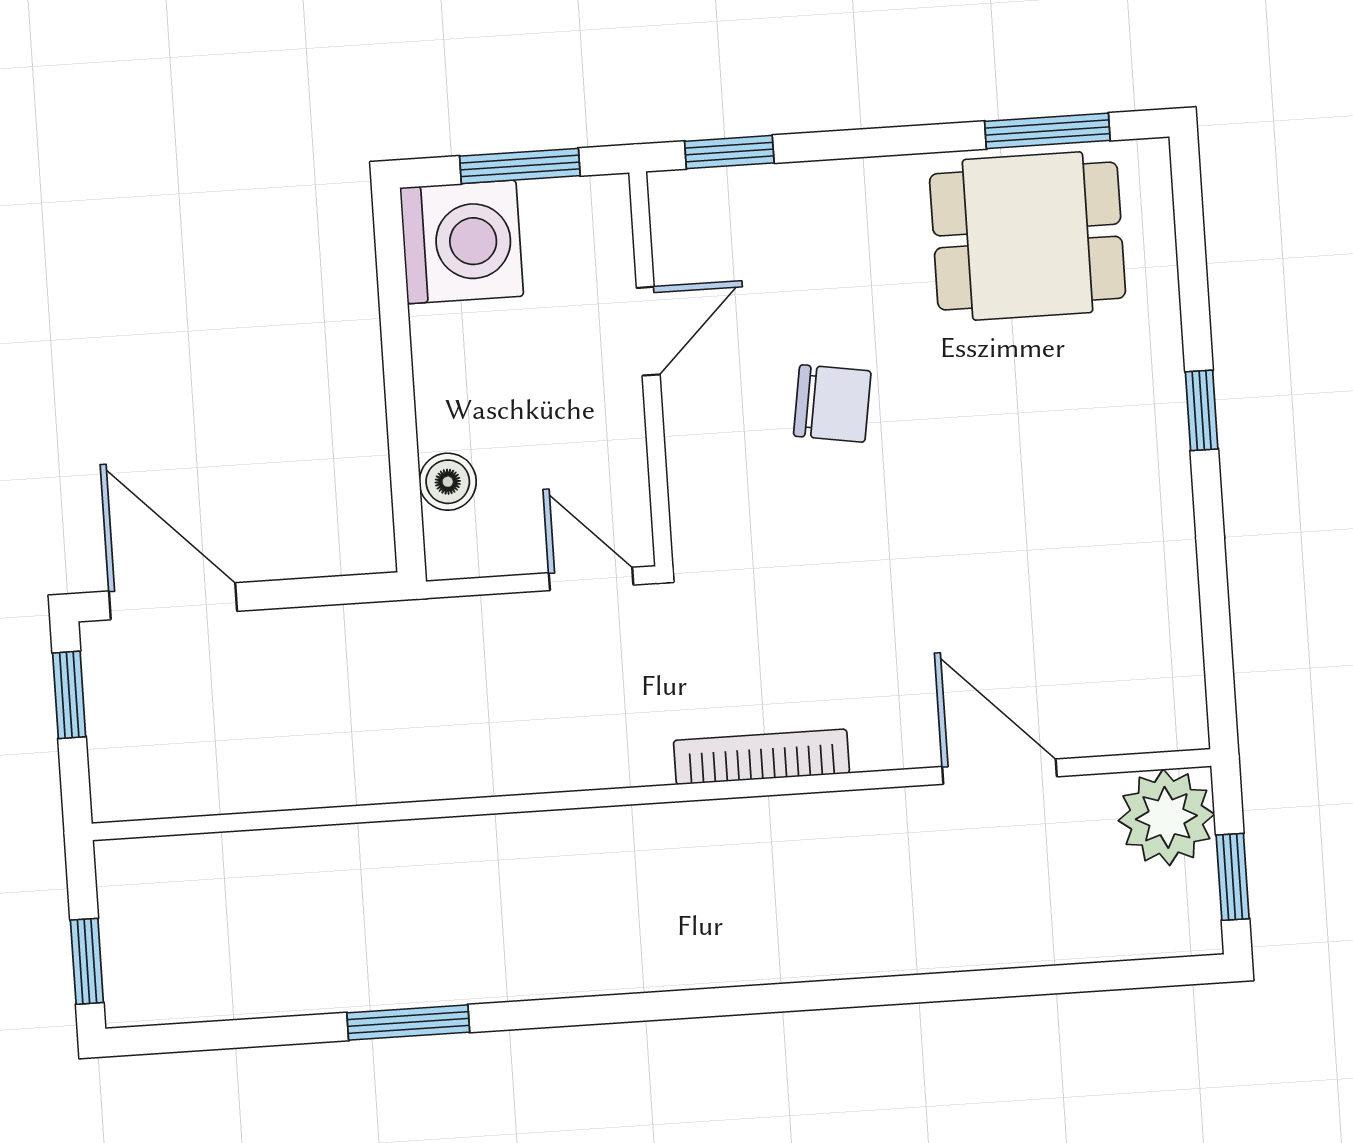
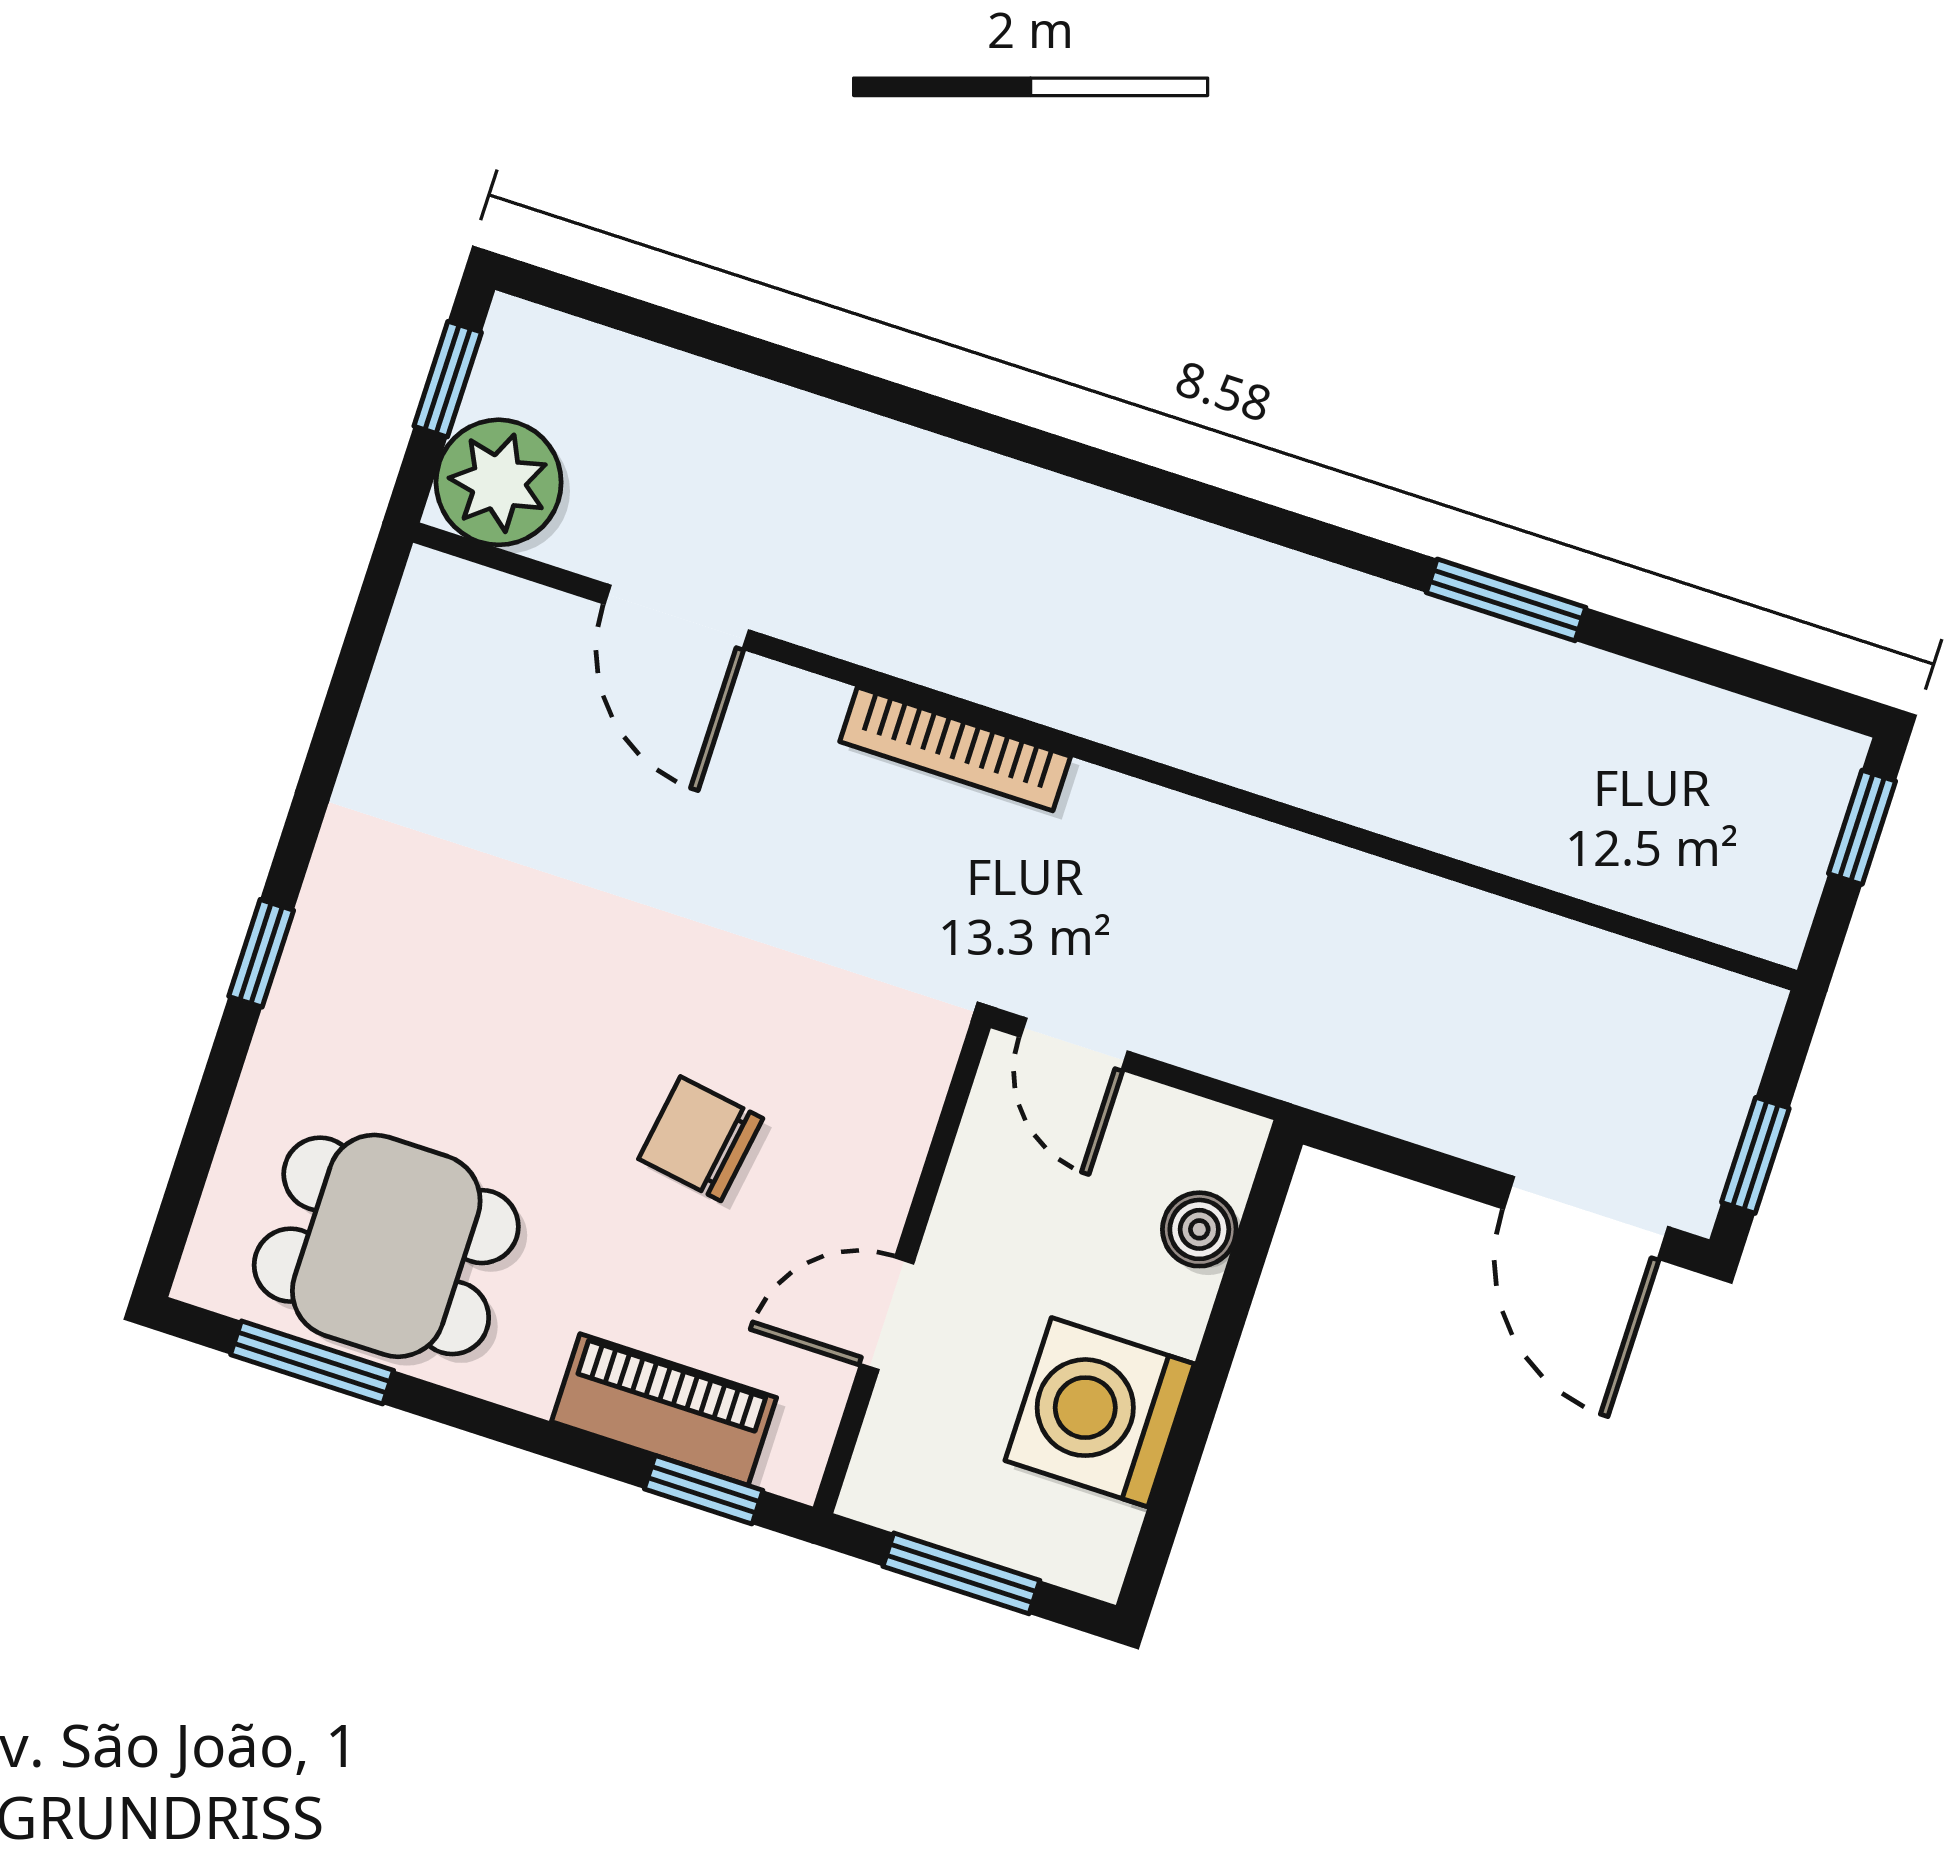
piano: (781, 198) -> (664, 1410), added
washing machine: (462, 242) -> (1100, 1412), moved

